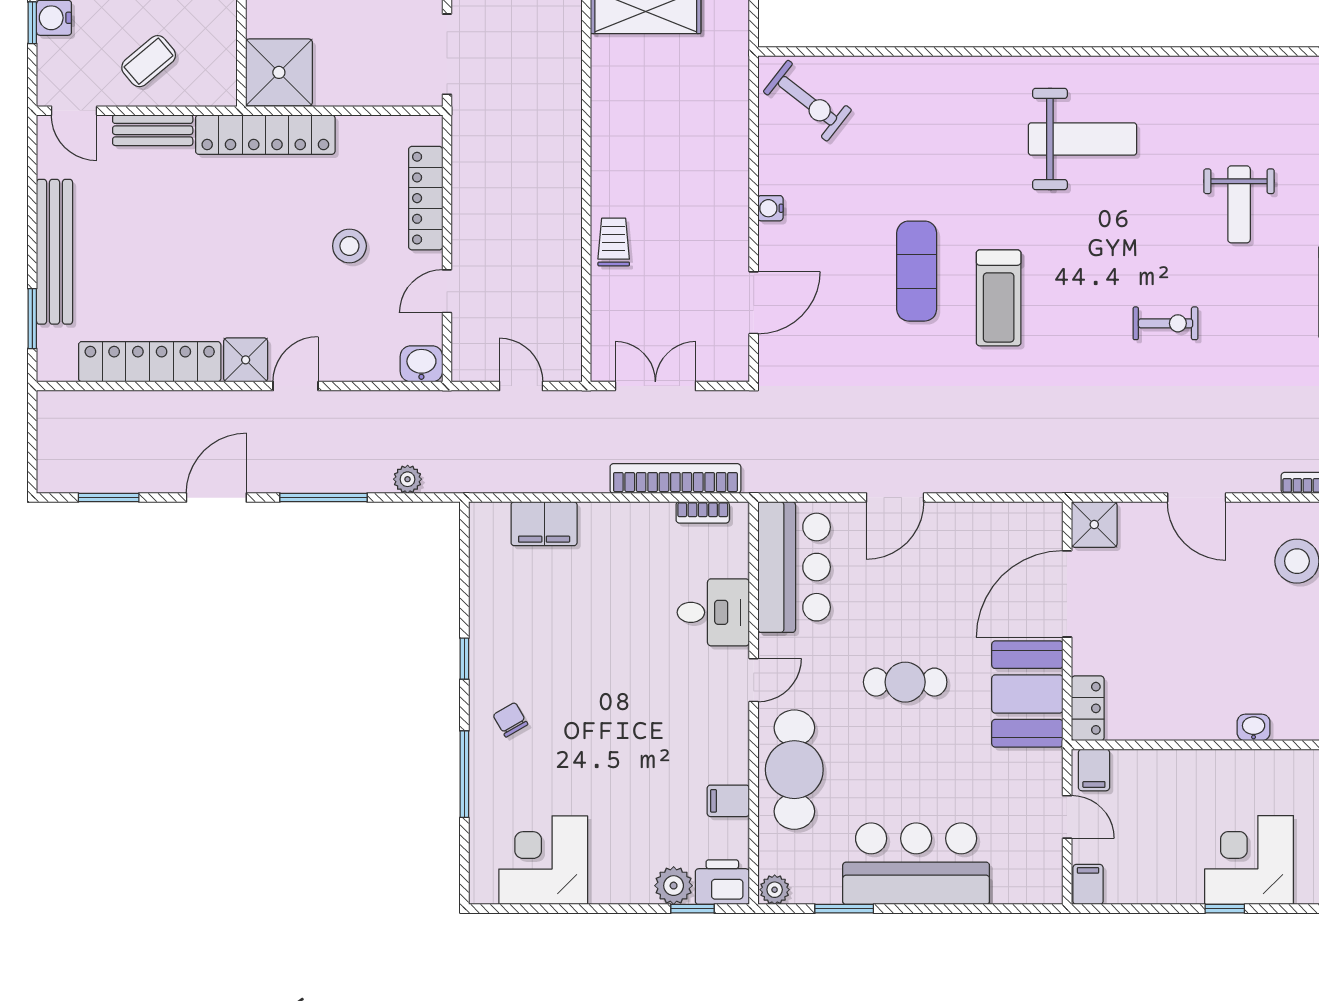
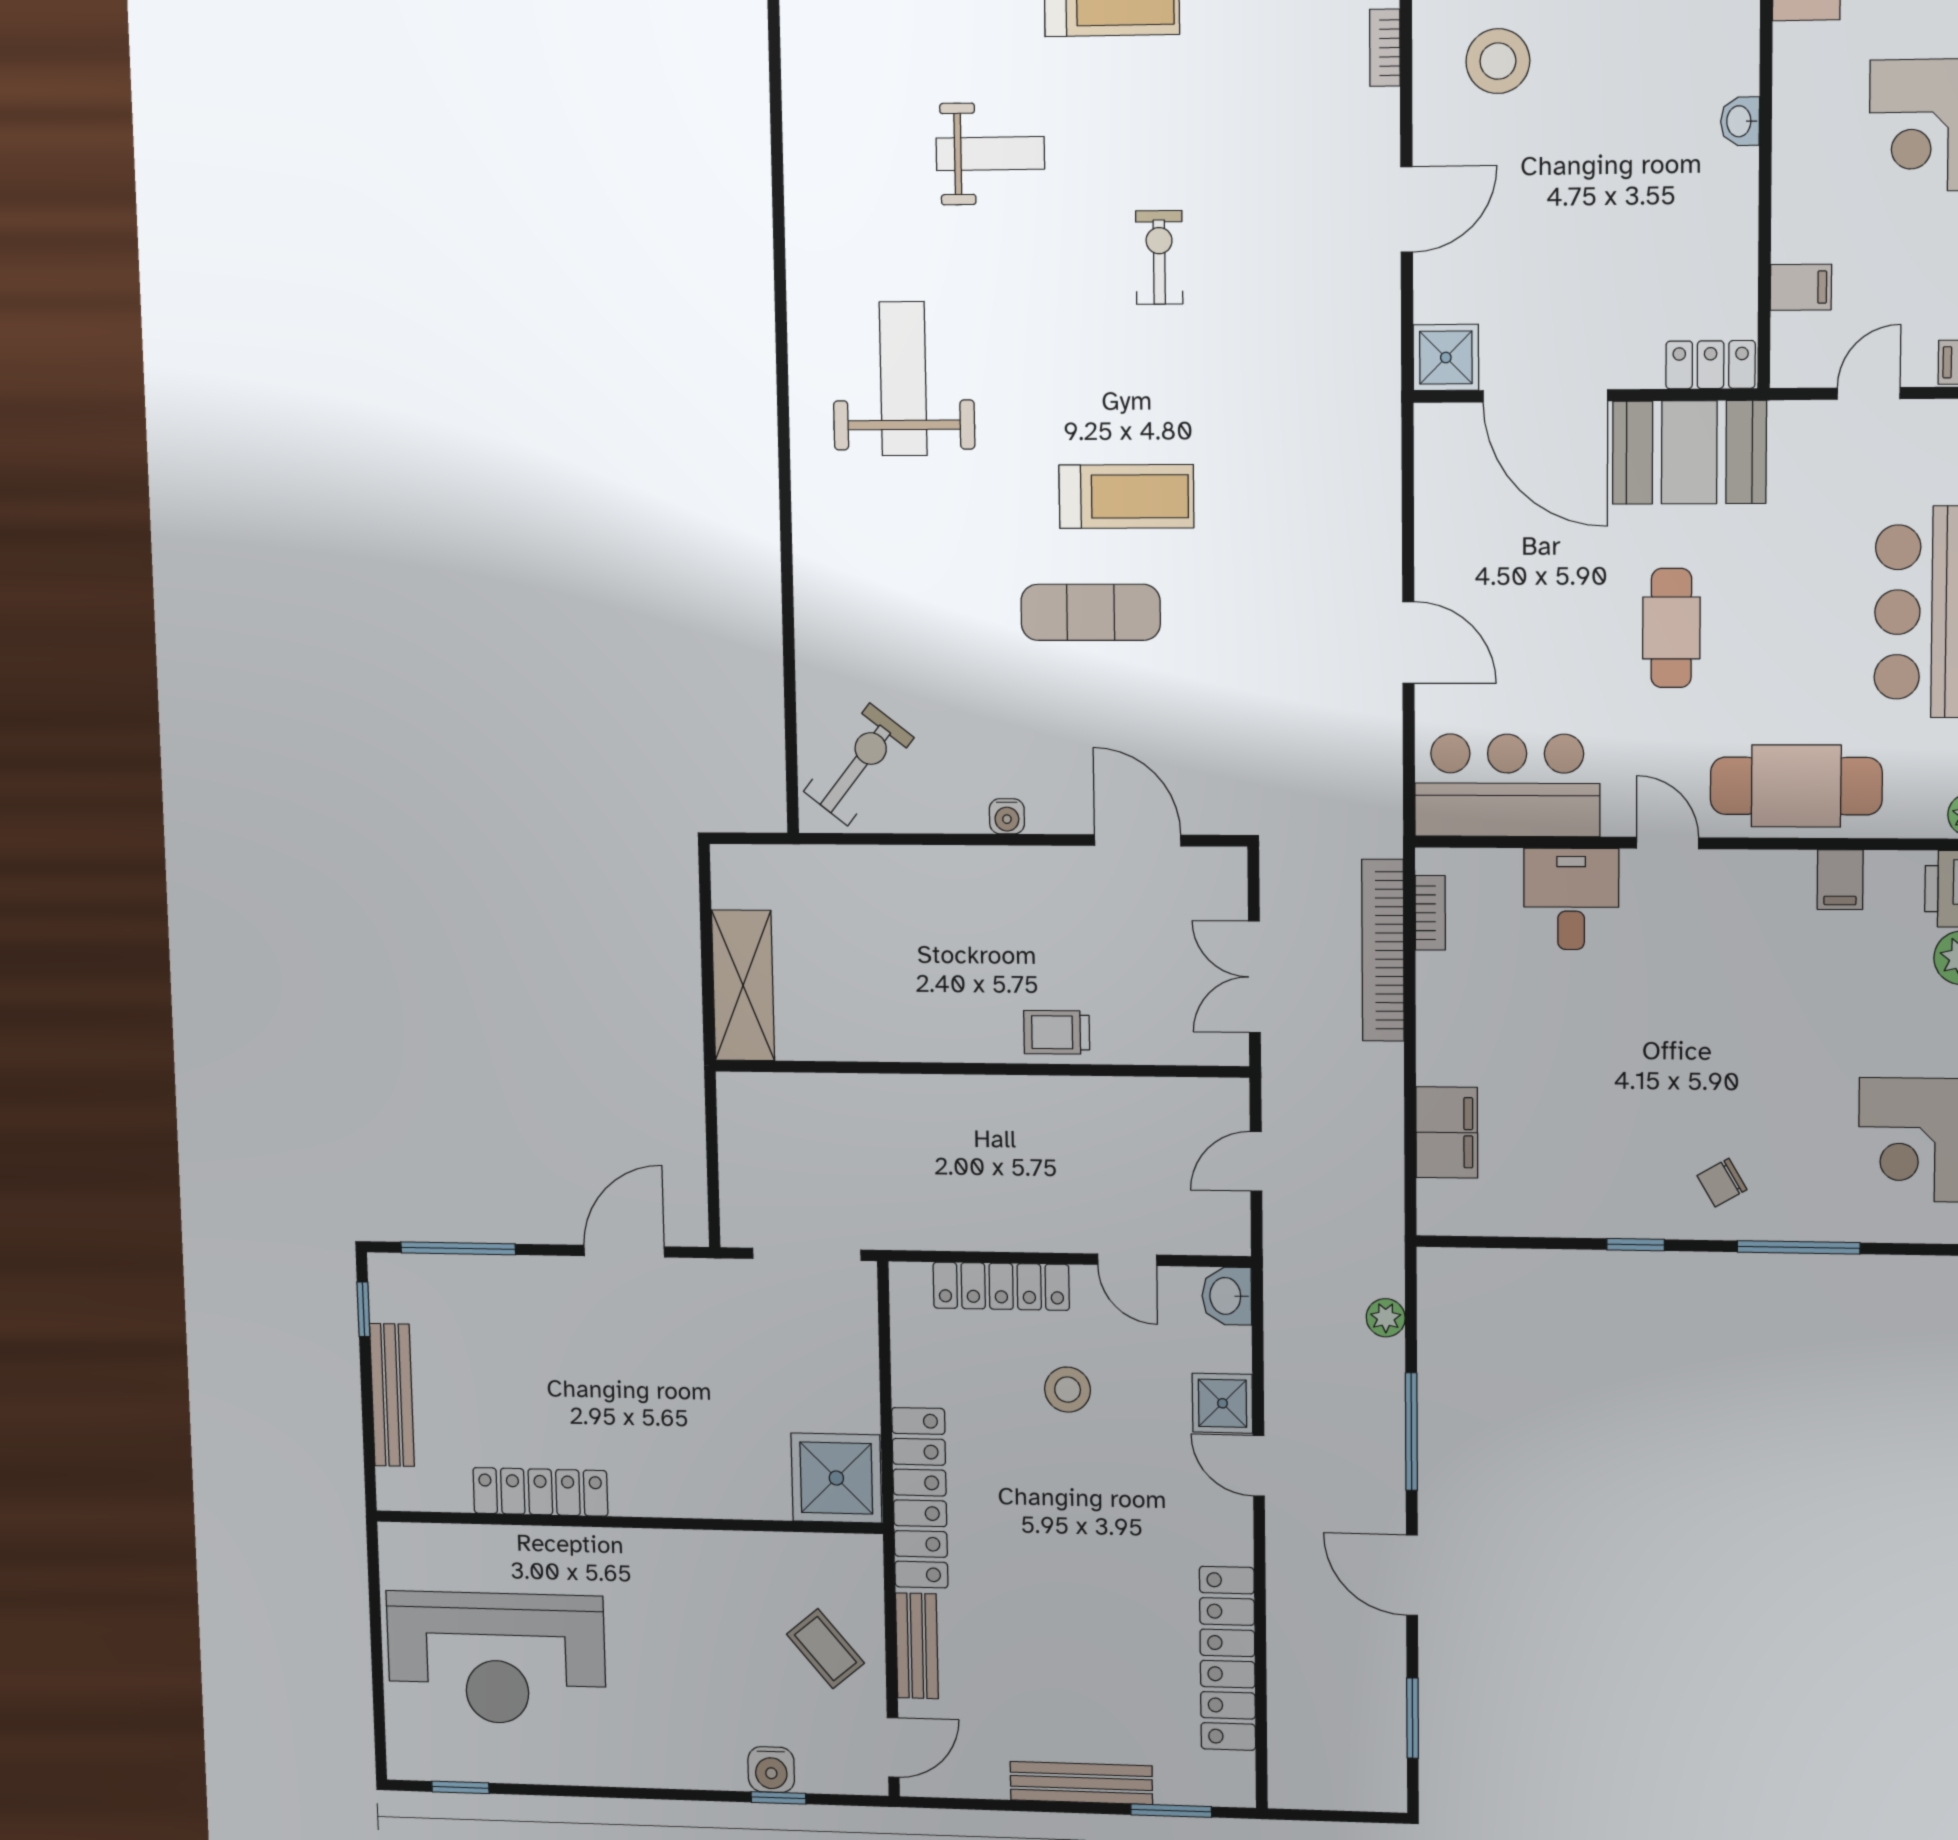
bench: (54, 252) -> (1081, 1783), width x0.73, depth x0.82
shower: (246, 360) -> (1222, 1403), moved
filing cabinet: (1094, 770) -> (1801, 287), moved

